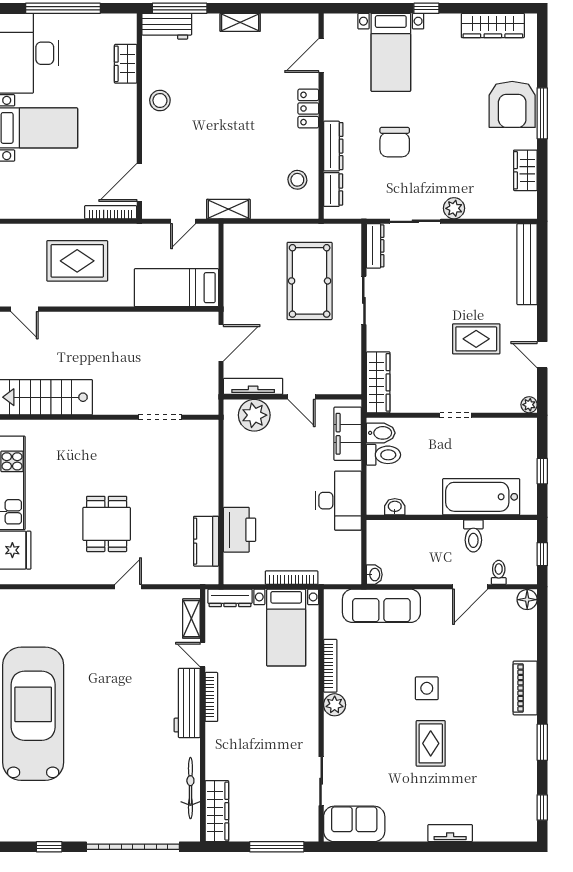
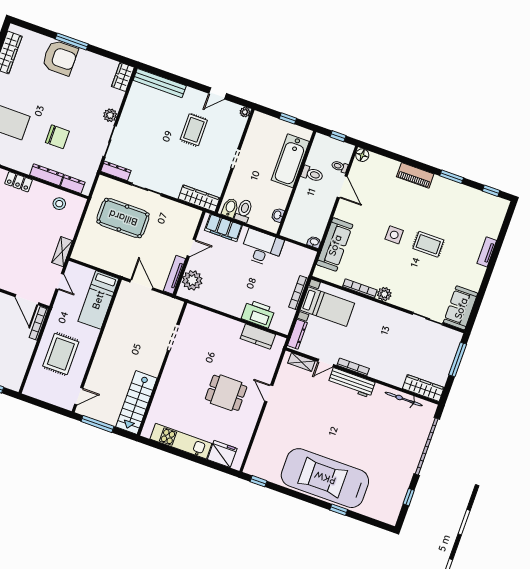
wardrobe: (525, 170) -> (123, 77), moved, turned 90

